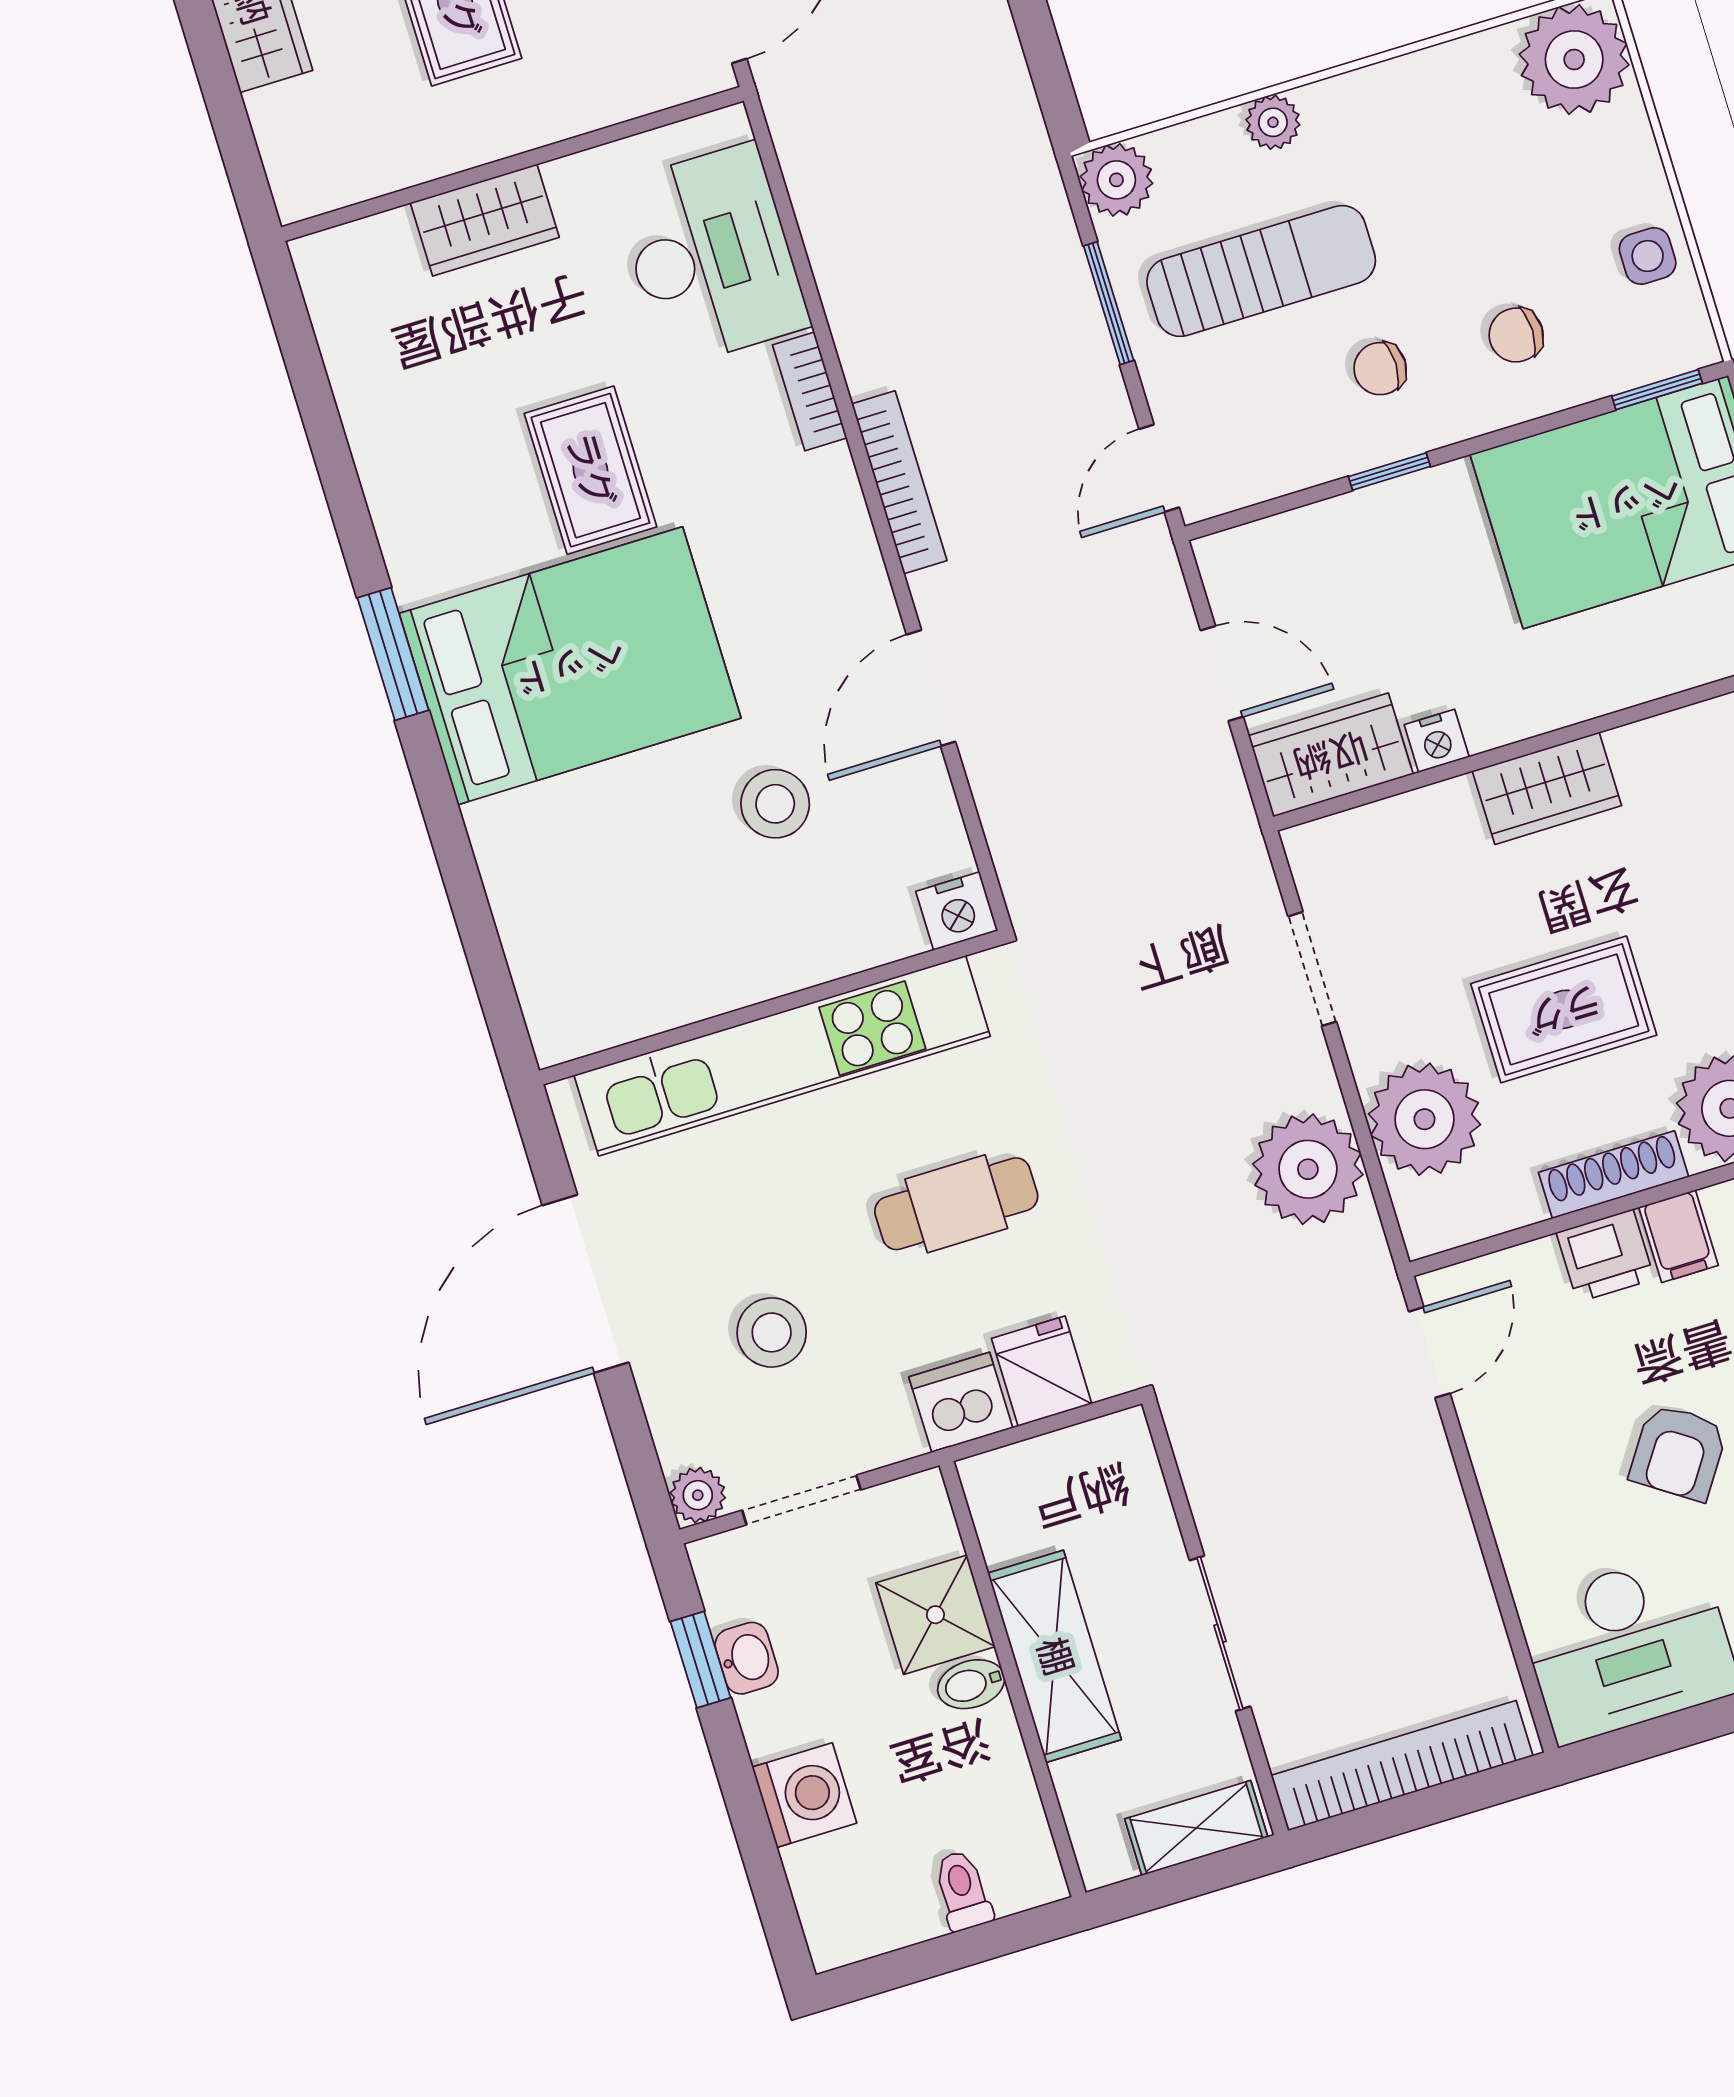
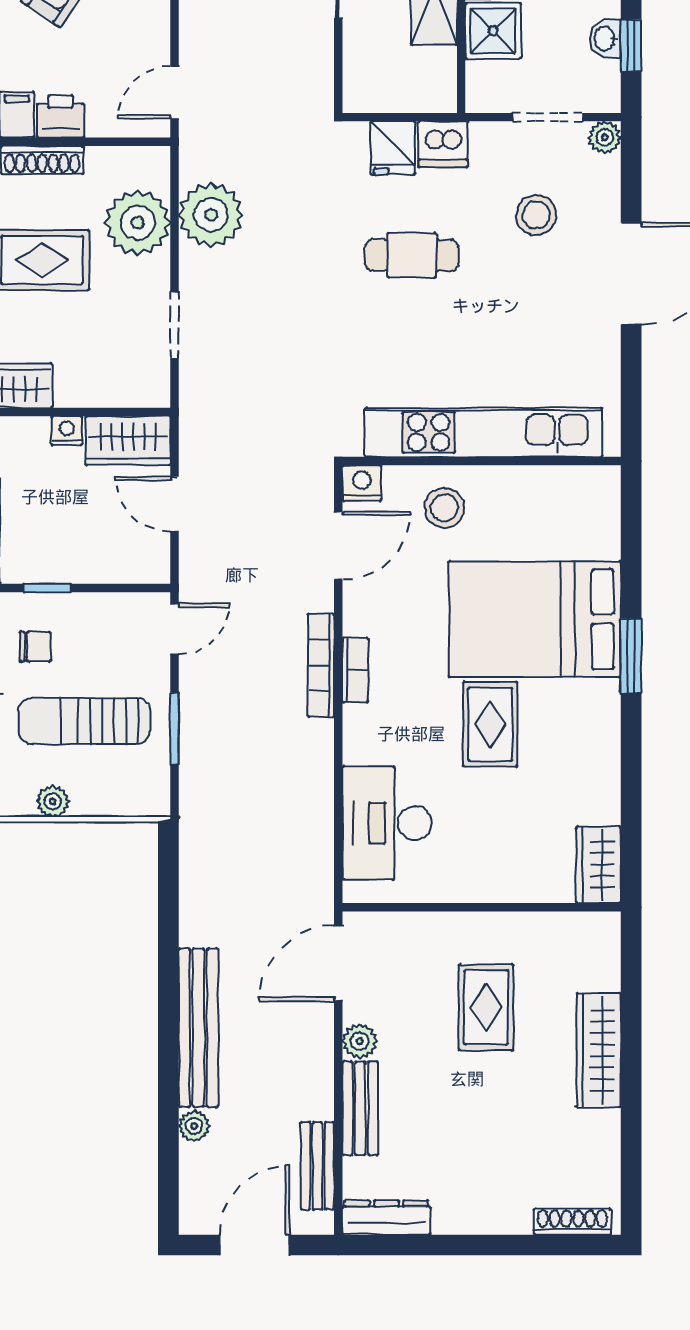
plant: (1116, 180) -> (149, 796), removed
wardrobe: (485, 220) -> (599, 865), moved, turned -90
bookcase: (810, 391) -> (355, 670), moved
nightstand: (957, 911) -> (362, 483), moved
wall: (770, 1008) -> (482, 461), moved
kitchen unit: (782, 1056) -> (483, 432), moved

